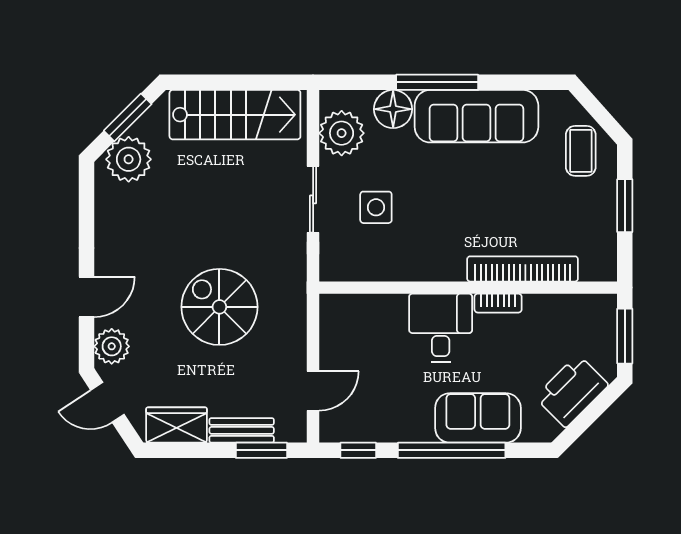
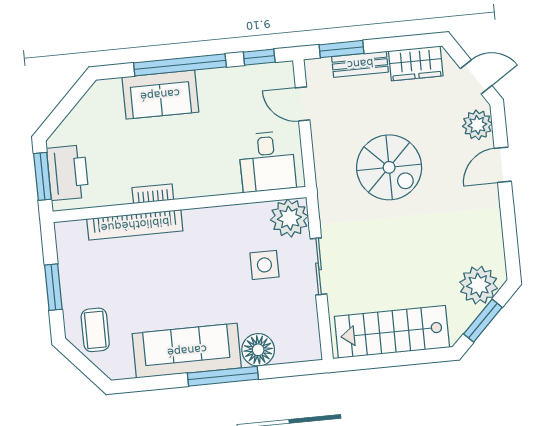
plant: (342, 133) -> (289, 218), moved
desk: (441, 328) -> (267, 162), moved
door: (313, 391) -> (303, 104), hinge flipped
printer: (572, 391) -> (68, 173), moved, turned -45

